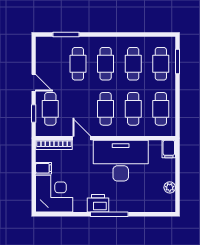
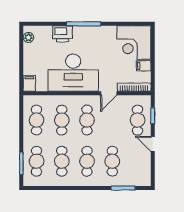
door: (82, 138) -> (109, 93), hinge flipped
plant: (170, 187) -> (28, 37), moved
printer: (98, 203) -> (63, 34), moved

